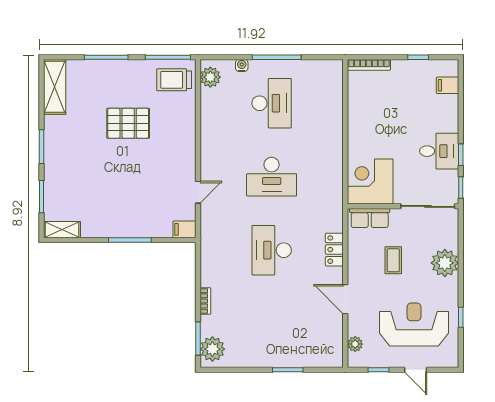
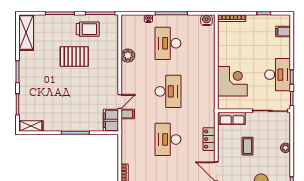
water cooler: (330, 68) -> (206, 20), added
plant: (210, 77) -> (128, 56), moved
trolley: (174, 80) -> (88, 29), moved, turned 180
desk: (272, 103) -> (168, 43), turned 180
desk: (439, 151) -> (278, 75), width x1.37
desk: (272, 177) -> (168, 91), turned -90
corner desk: (370, 182) -> (232, 81), moved, turned 90
filing cabinet: (210, 211) -> (128, 114), added
filing cabinet: (184, 229) -> (111, 120), width x2.00
plant: (445, 263) -> (285, 148), width x0.53, depth x0.53

